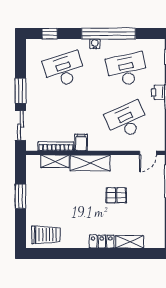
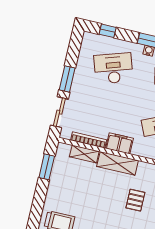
filing cabinet: (81, 143) -> (119, 143), width x2.00
pallet: (116, 195) -> (135, 200), turned 90
window: (20, 196) -> (47, 167), moved

